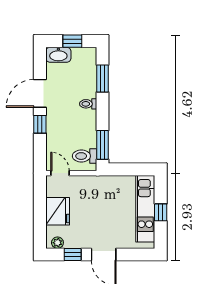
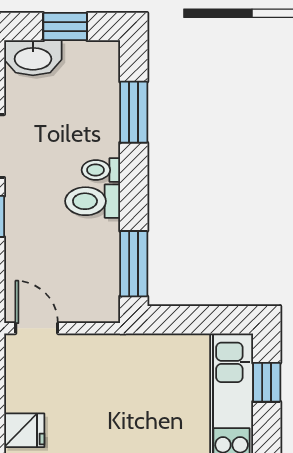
toilet: (84, 156) -> (93, 201), moved
fridge: (58, 211) -> (24, 430), width x0.53, depth x0.75
window: (161, 212) -> (267, 382), moved

